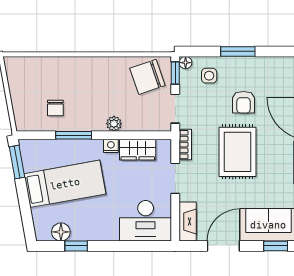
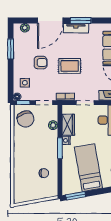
window: (238, 51) -> (11, 49), moved
plant: (114, 124) -> (53, 125), moved
window: (74, 135) -> (60, 148), moved
rug: (238, 152) -> (70, 66), width x0.73, depth x0.70

